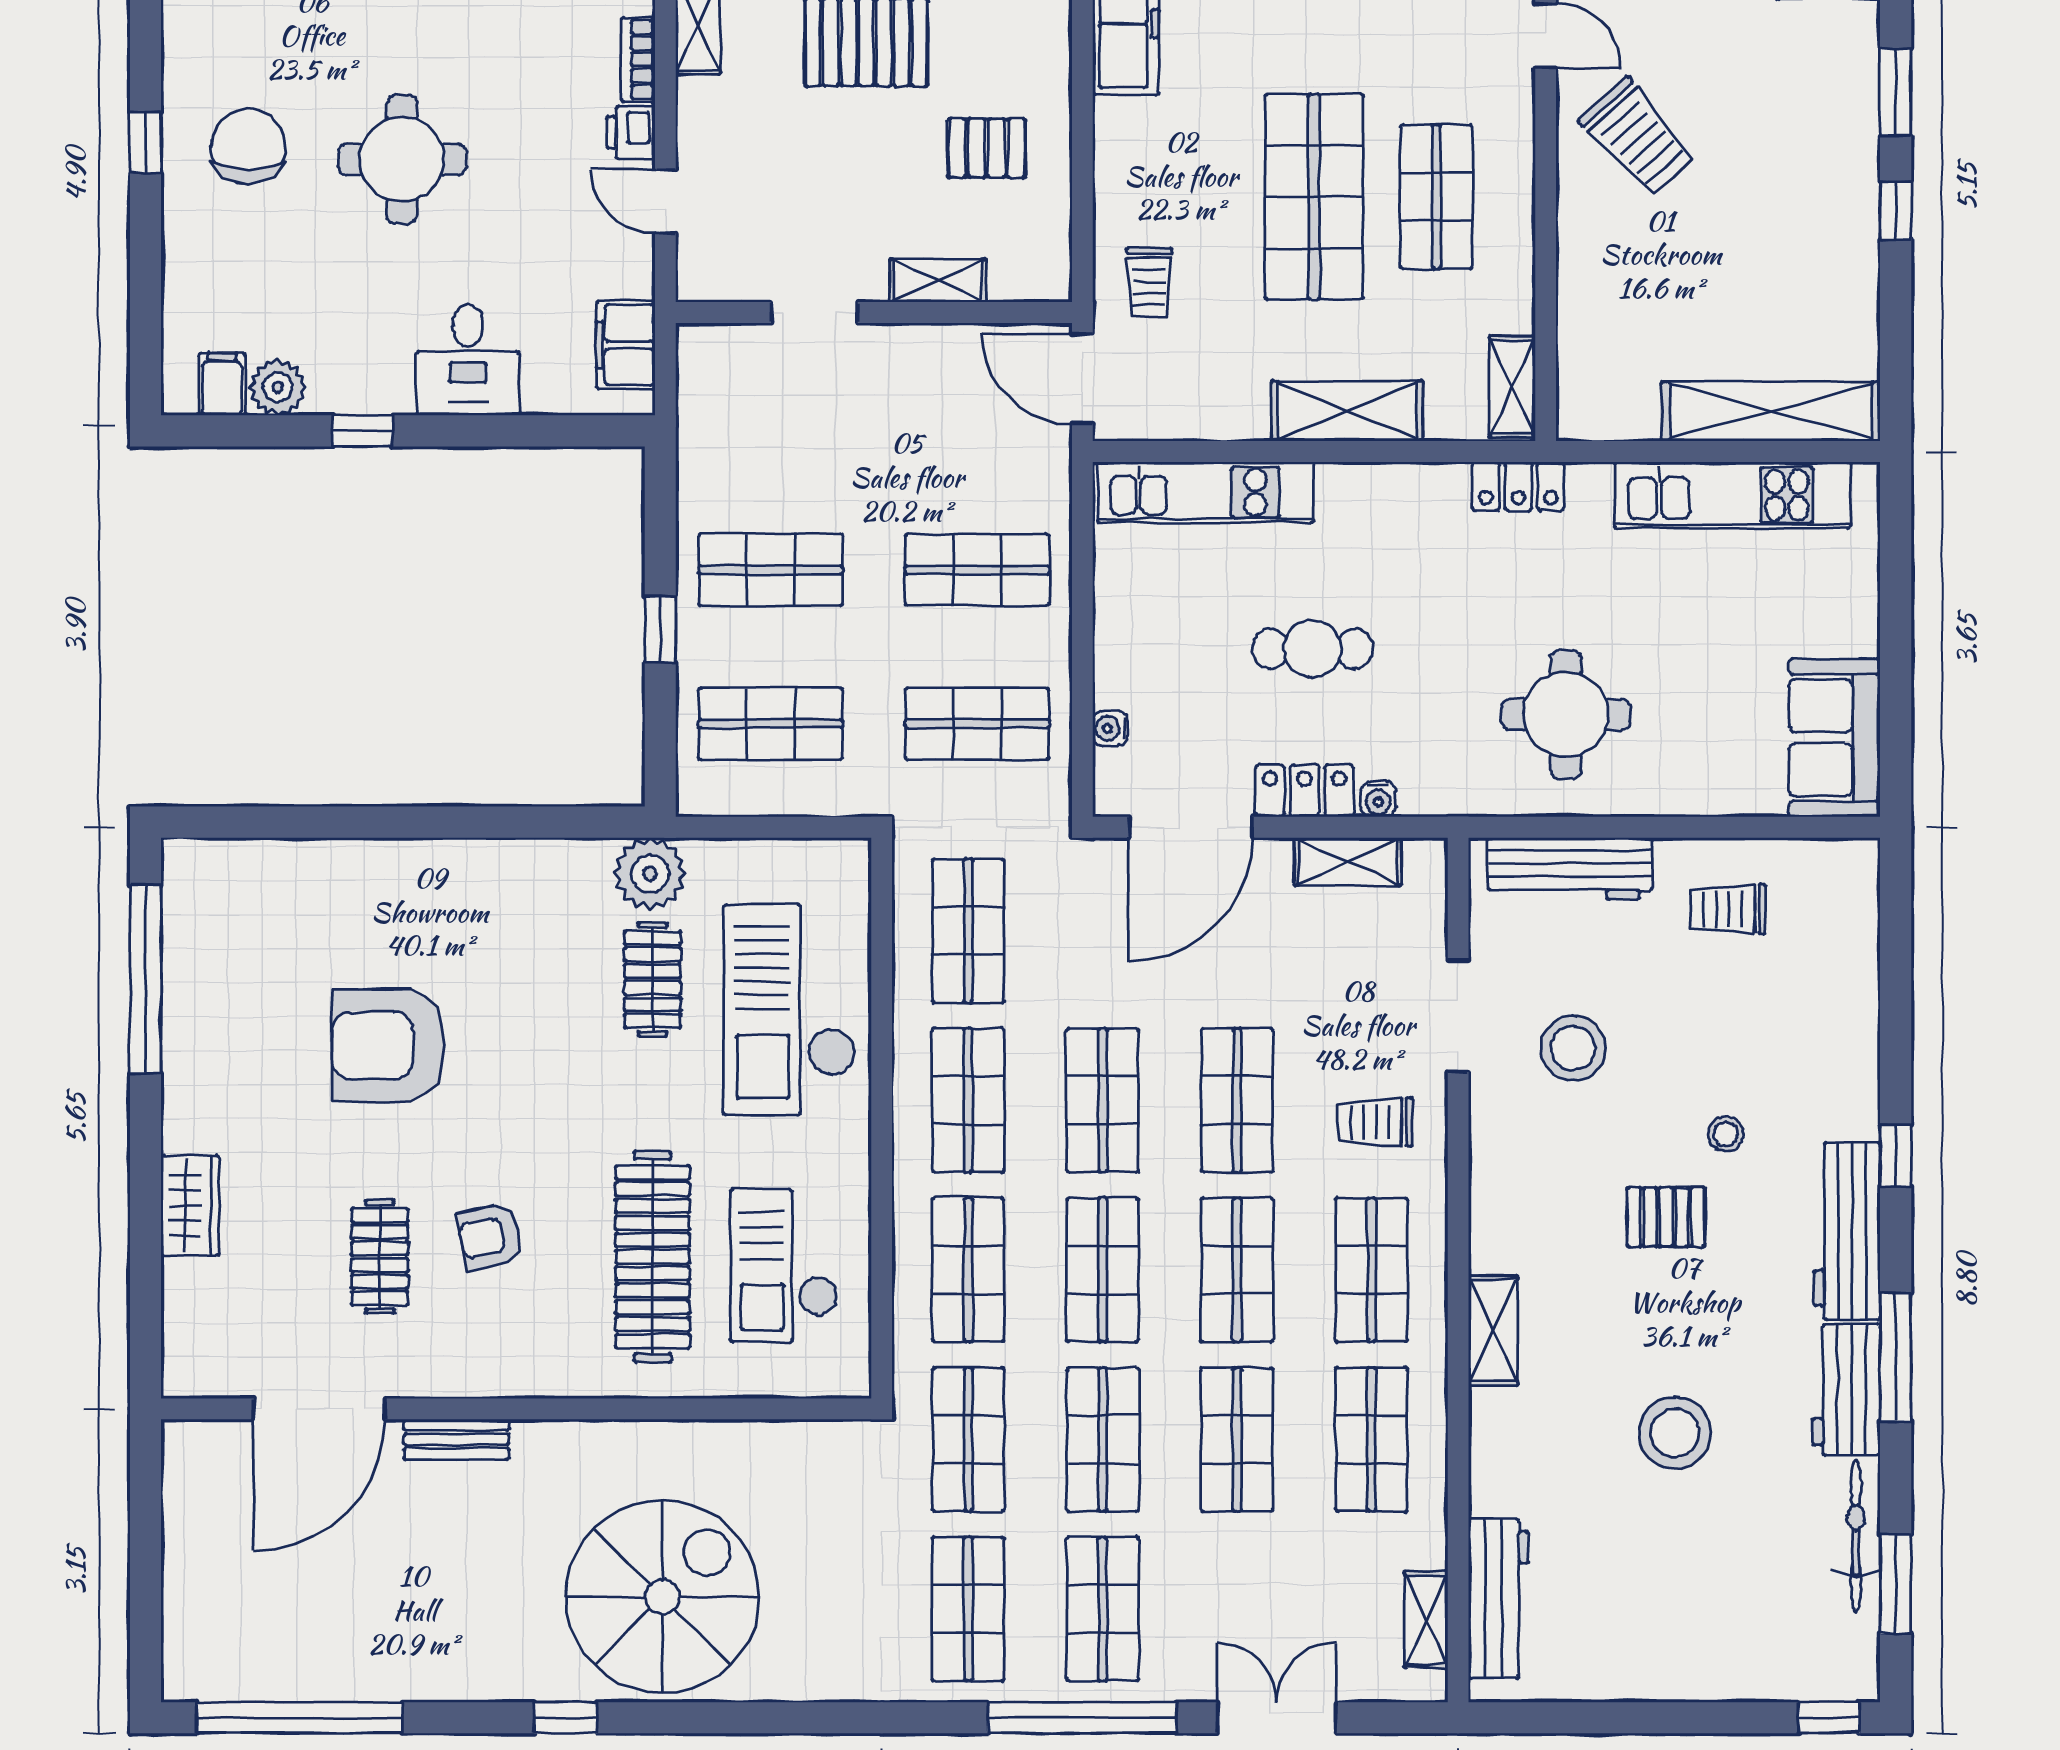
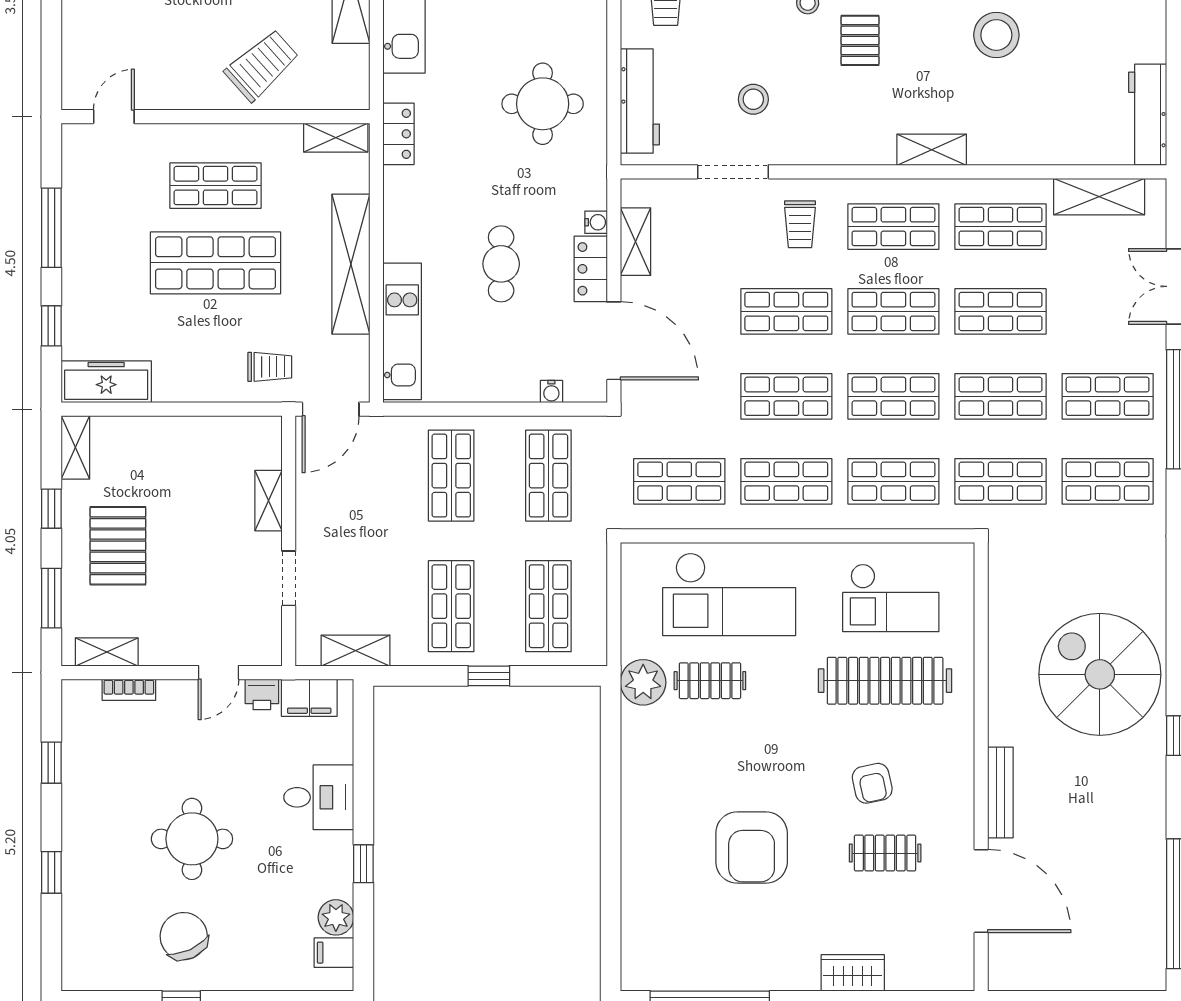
printer: (631, 133) -> (262, 694), moved
trolley: (1638, 138) -> (262, 65), moved
chair: (248, 146) -> (184, 936), turned 65
pallet: (987, 148) -> (185, 470), removed
shelving: (1347, 411) -> (351, 264), width x1.47
shelving: (700, 418) -> (356, 651), added
stool: (1573, 1048) -> (753, 99), width x0.73, depth x0.73
bench: (456, 1439) -> (1000, 792), width x1.36
workbench: (1498, 1599) -> (1148, 115), moved, turned -90
shelving: (1426, 1620) -> (1099, 197), width x1.50, depth x1.33

